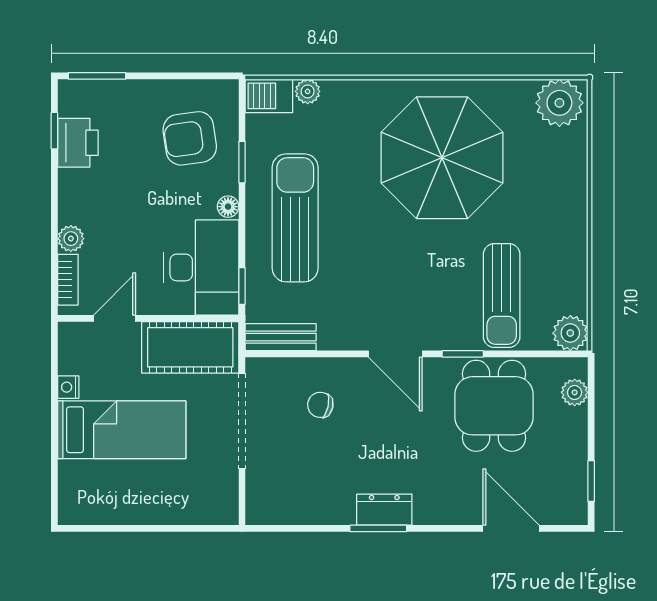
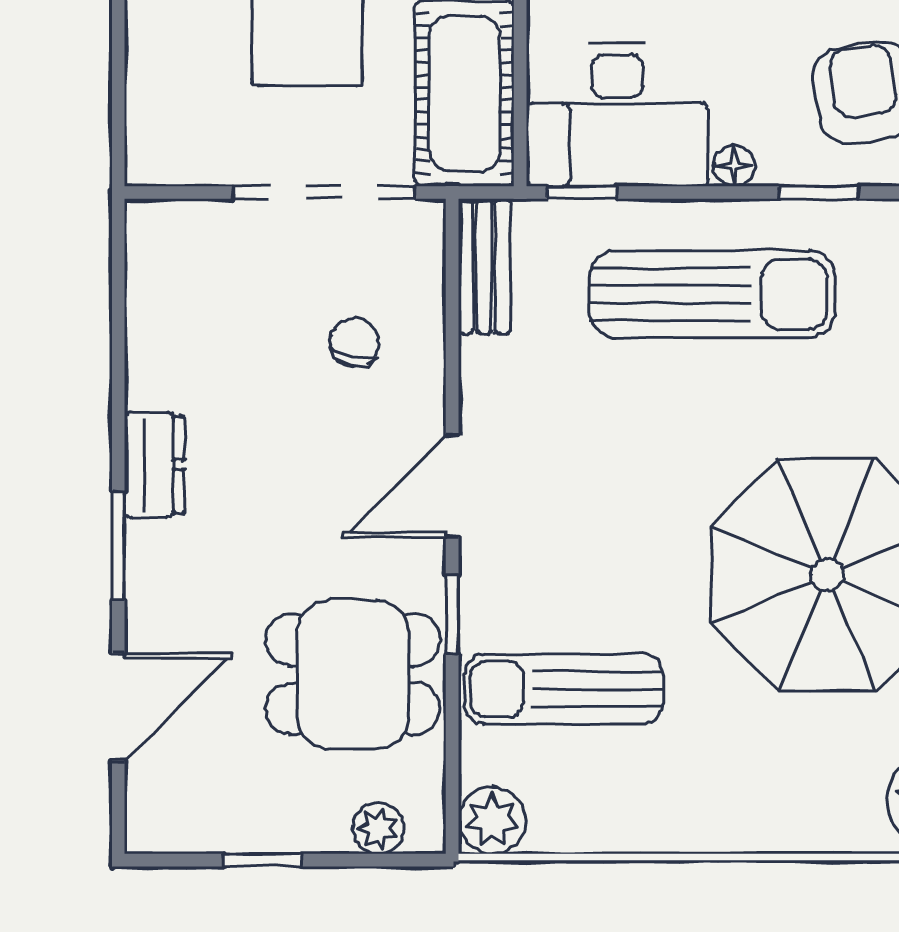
window: (591, 481) -> (262, 860), moved
window: (378, 528) -> (118, 545), moved

